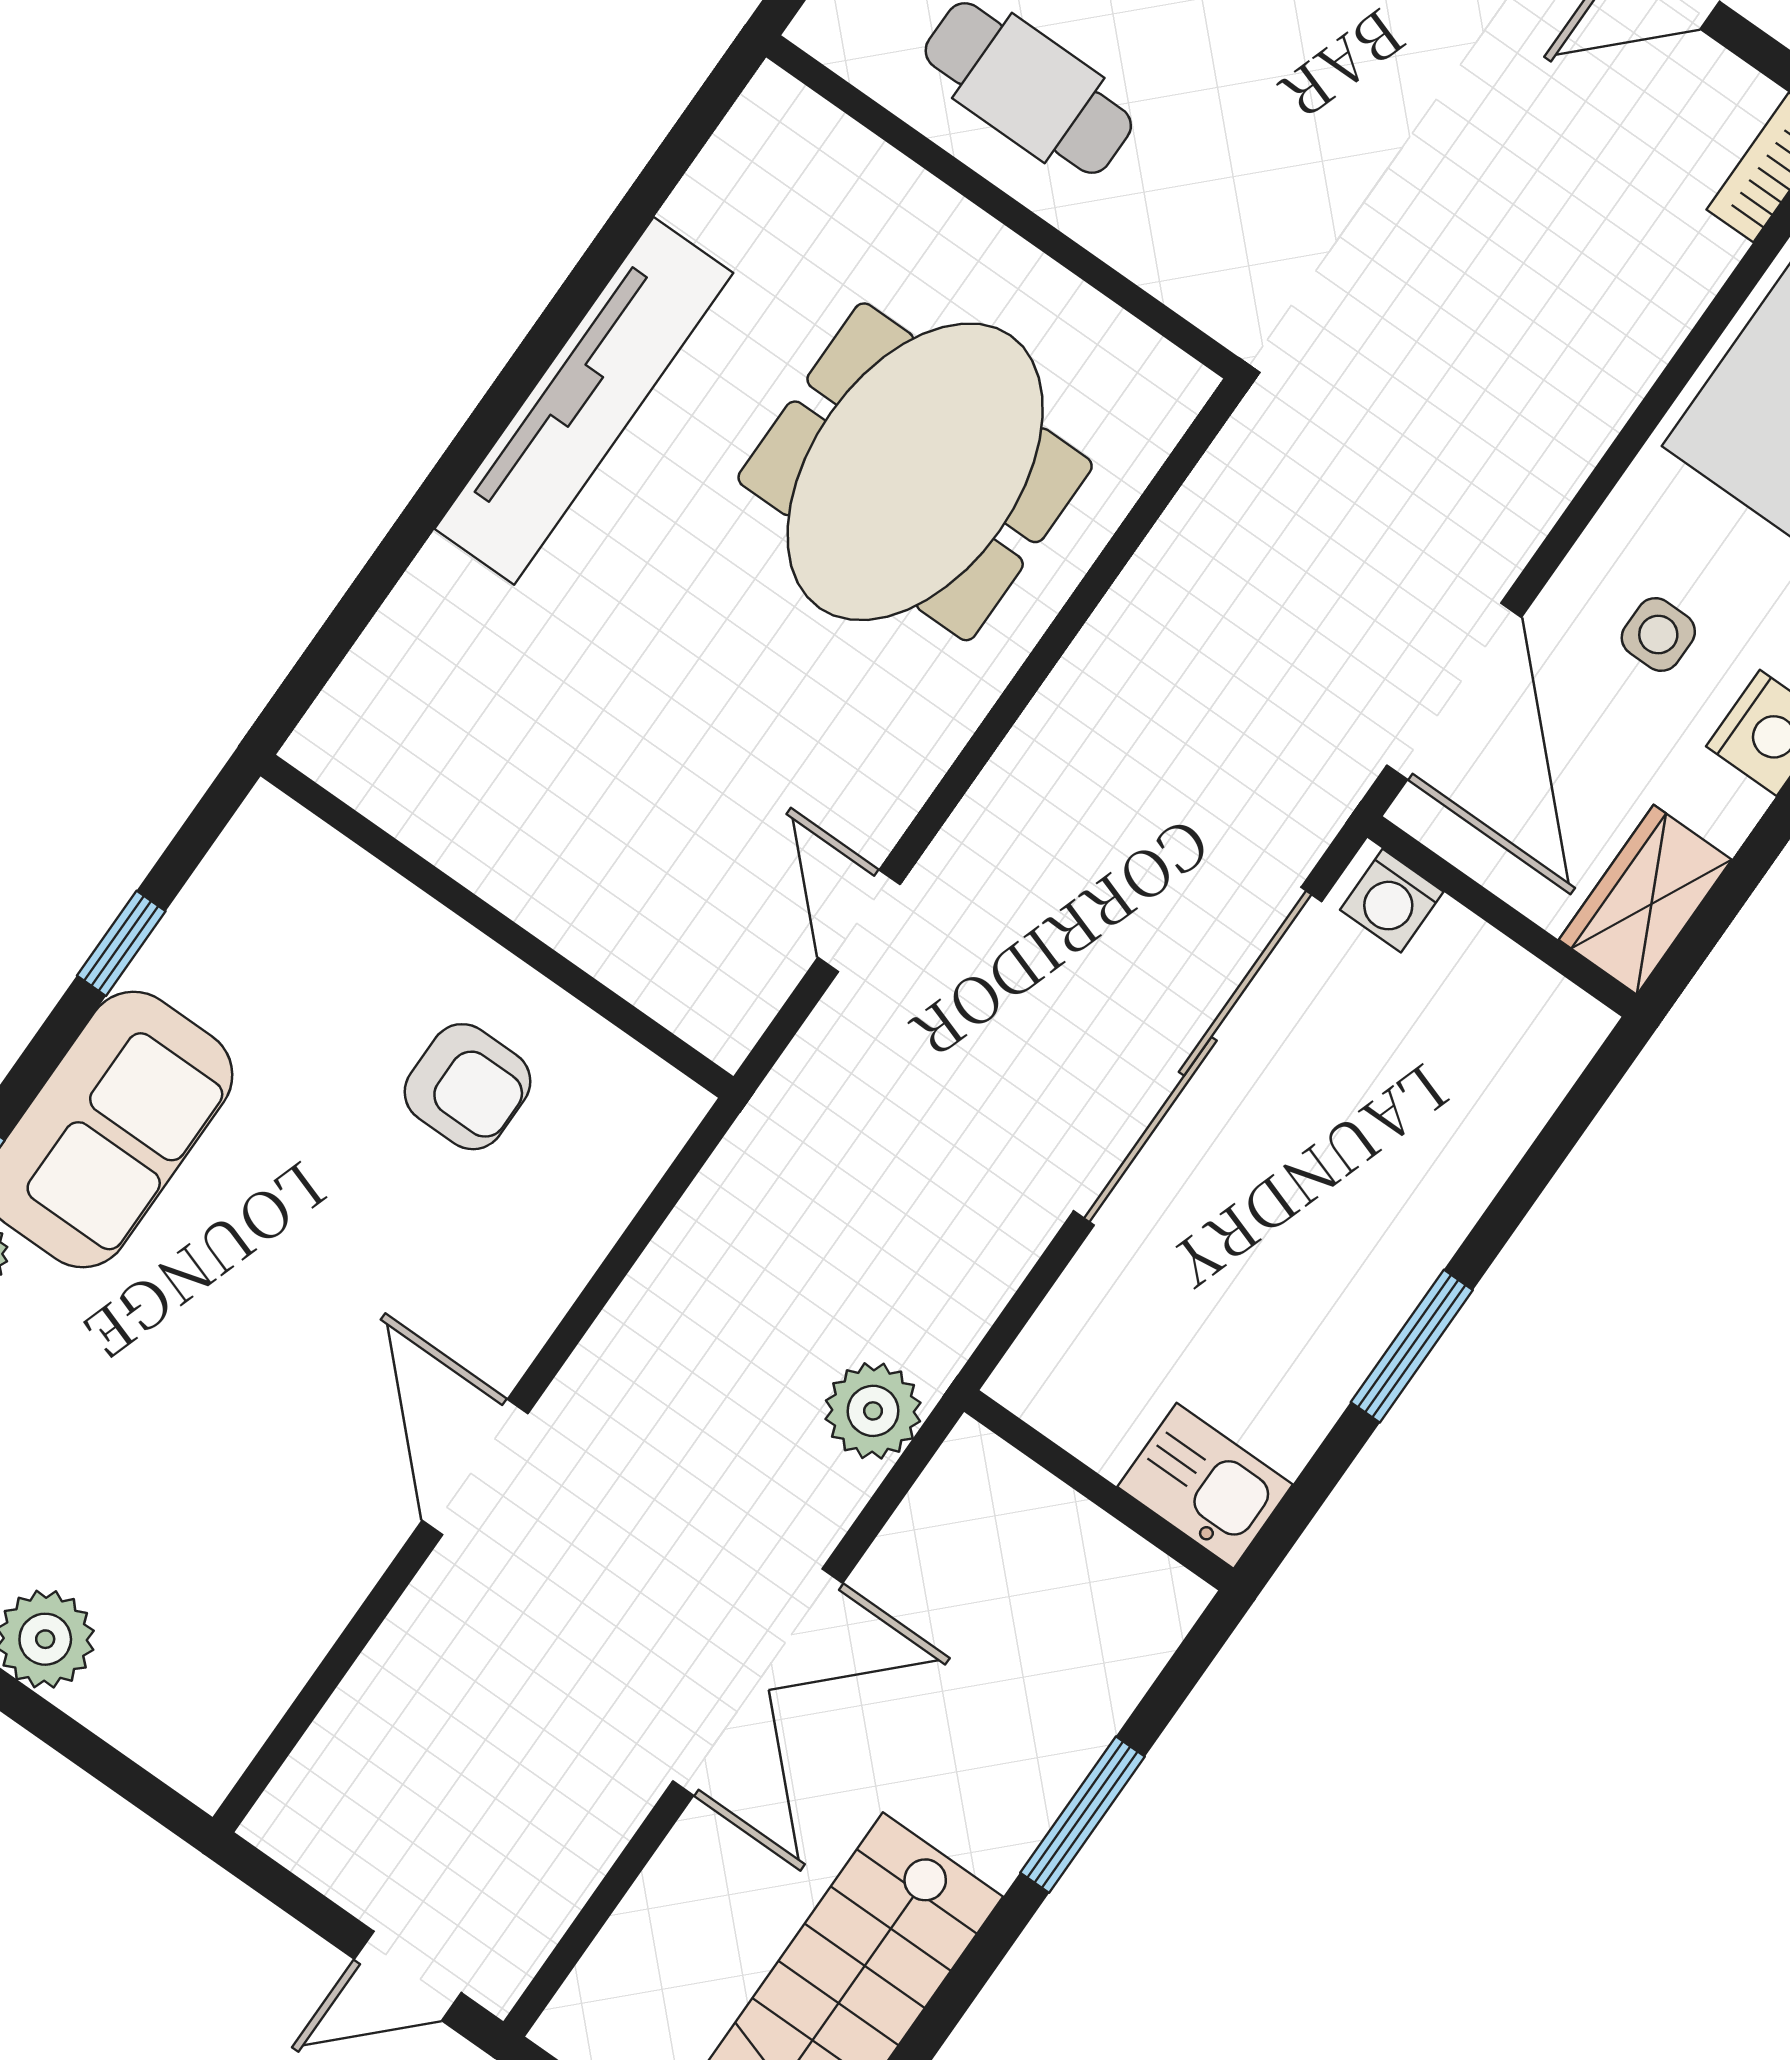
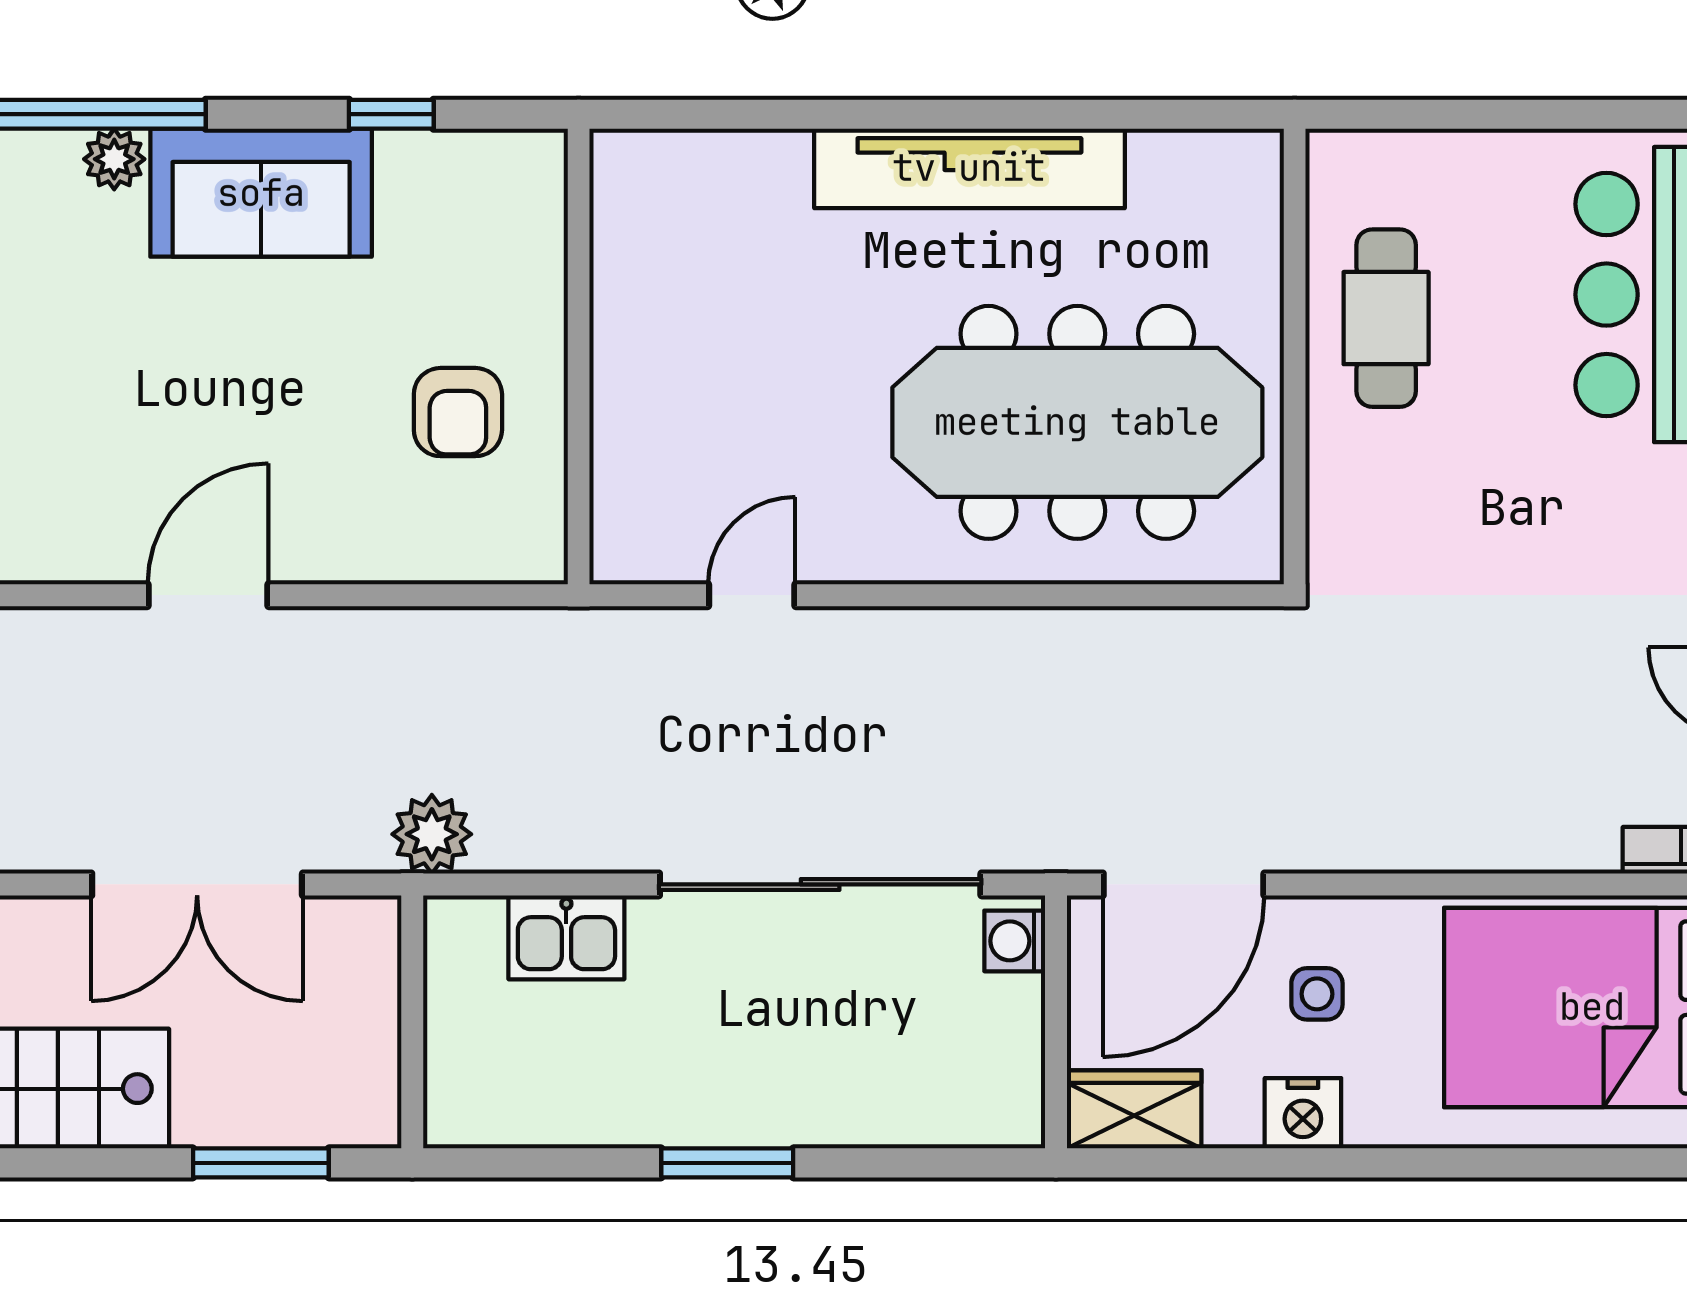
meeting table: (915, 472) -> (1077, 422), width x1.36
kitchen sink: (1205, 1486) -> (566, 937), moved, turned 90
wall: (1099, 1490) -> (412, 1022), moved

